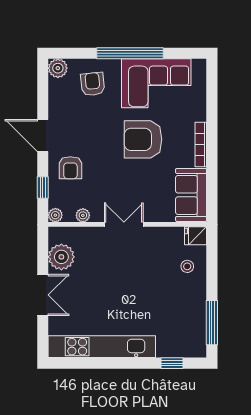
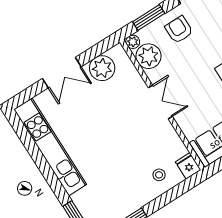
armchair: (70, 168) -> (179, 30), turned 90
window: (43, 188) -> (149, 17), width x1.50
plant: (83, 215) -> (149, 56), width x1.88, depth x1.88

